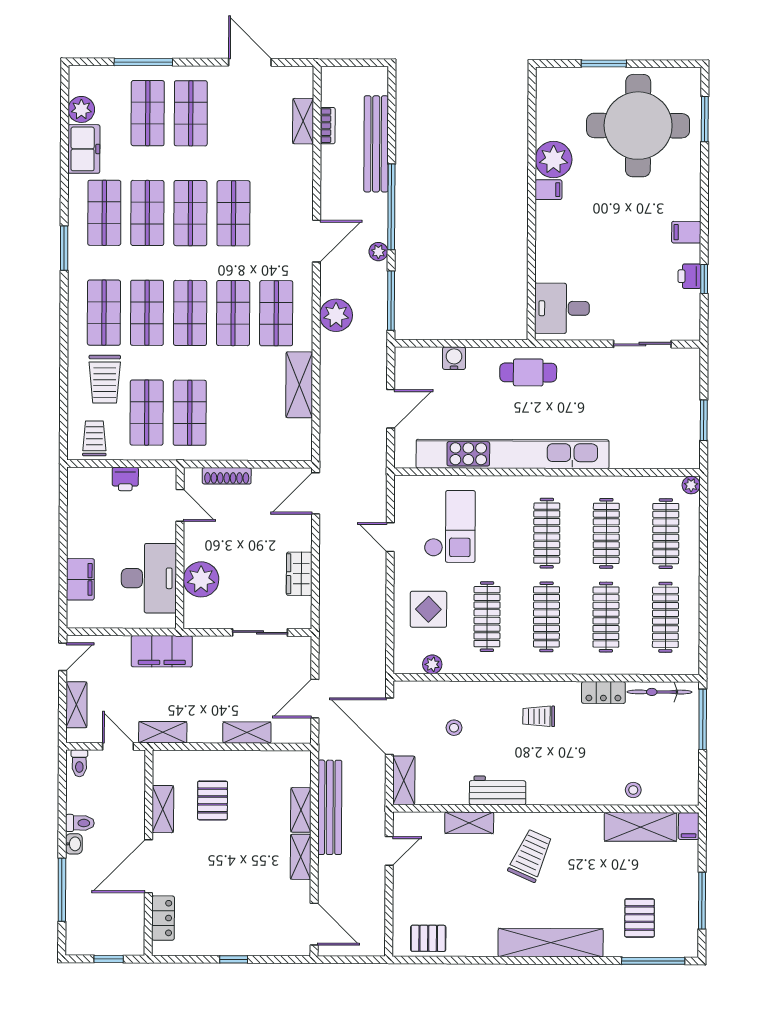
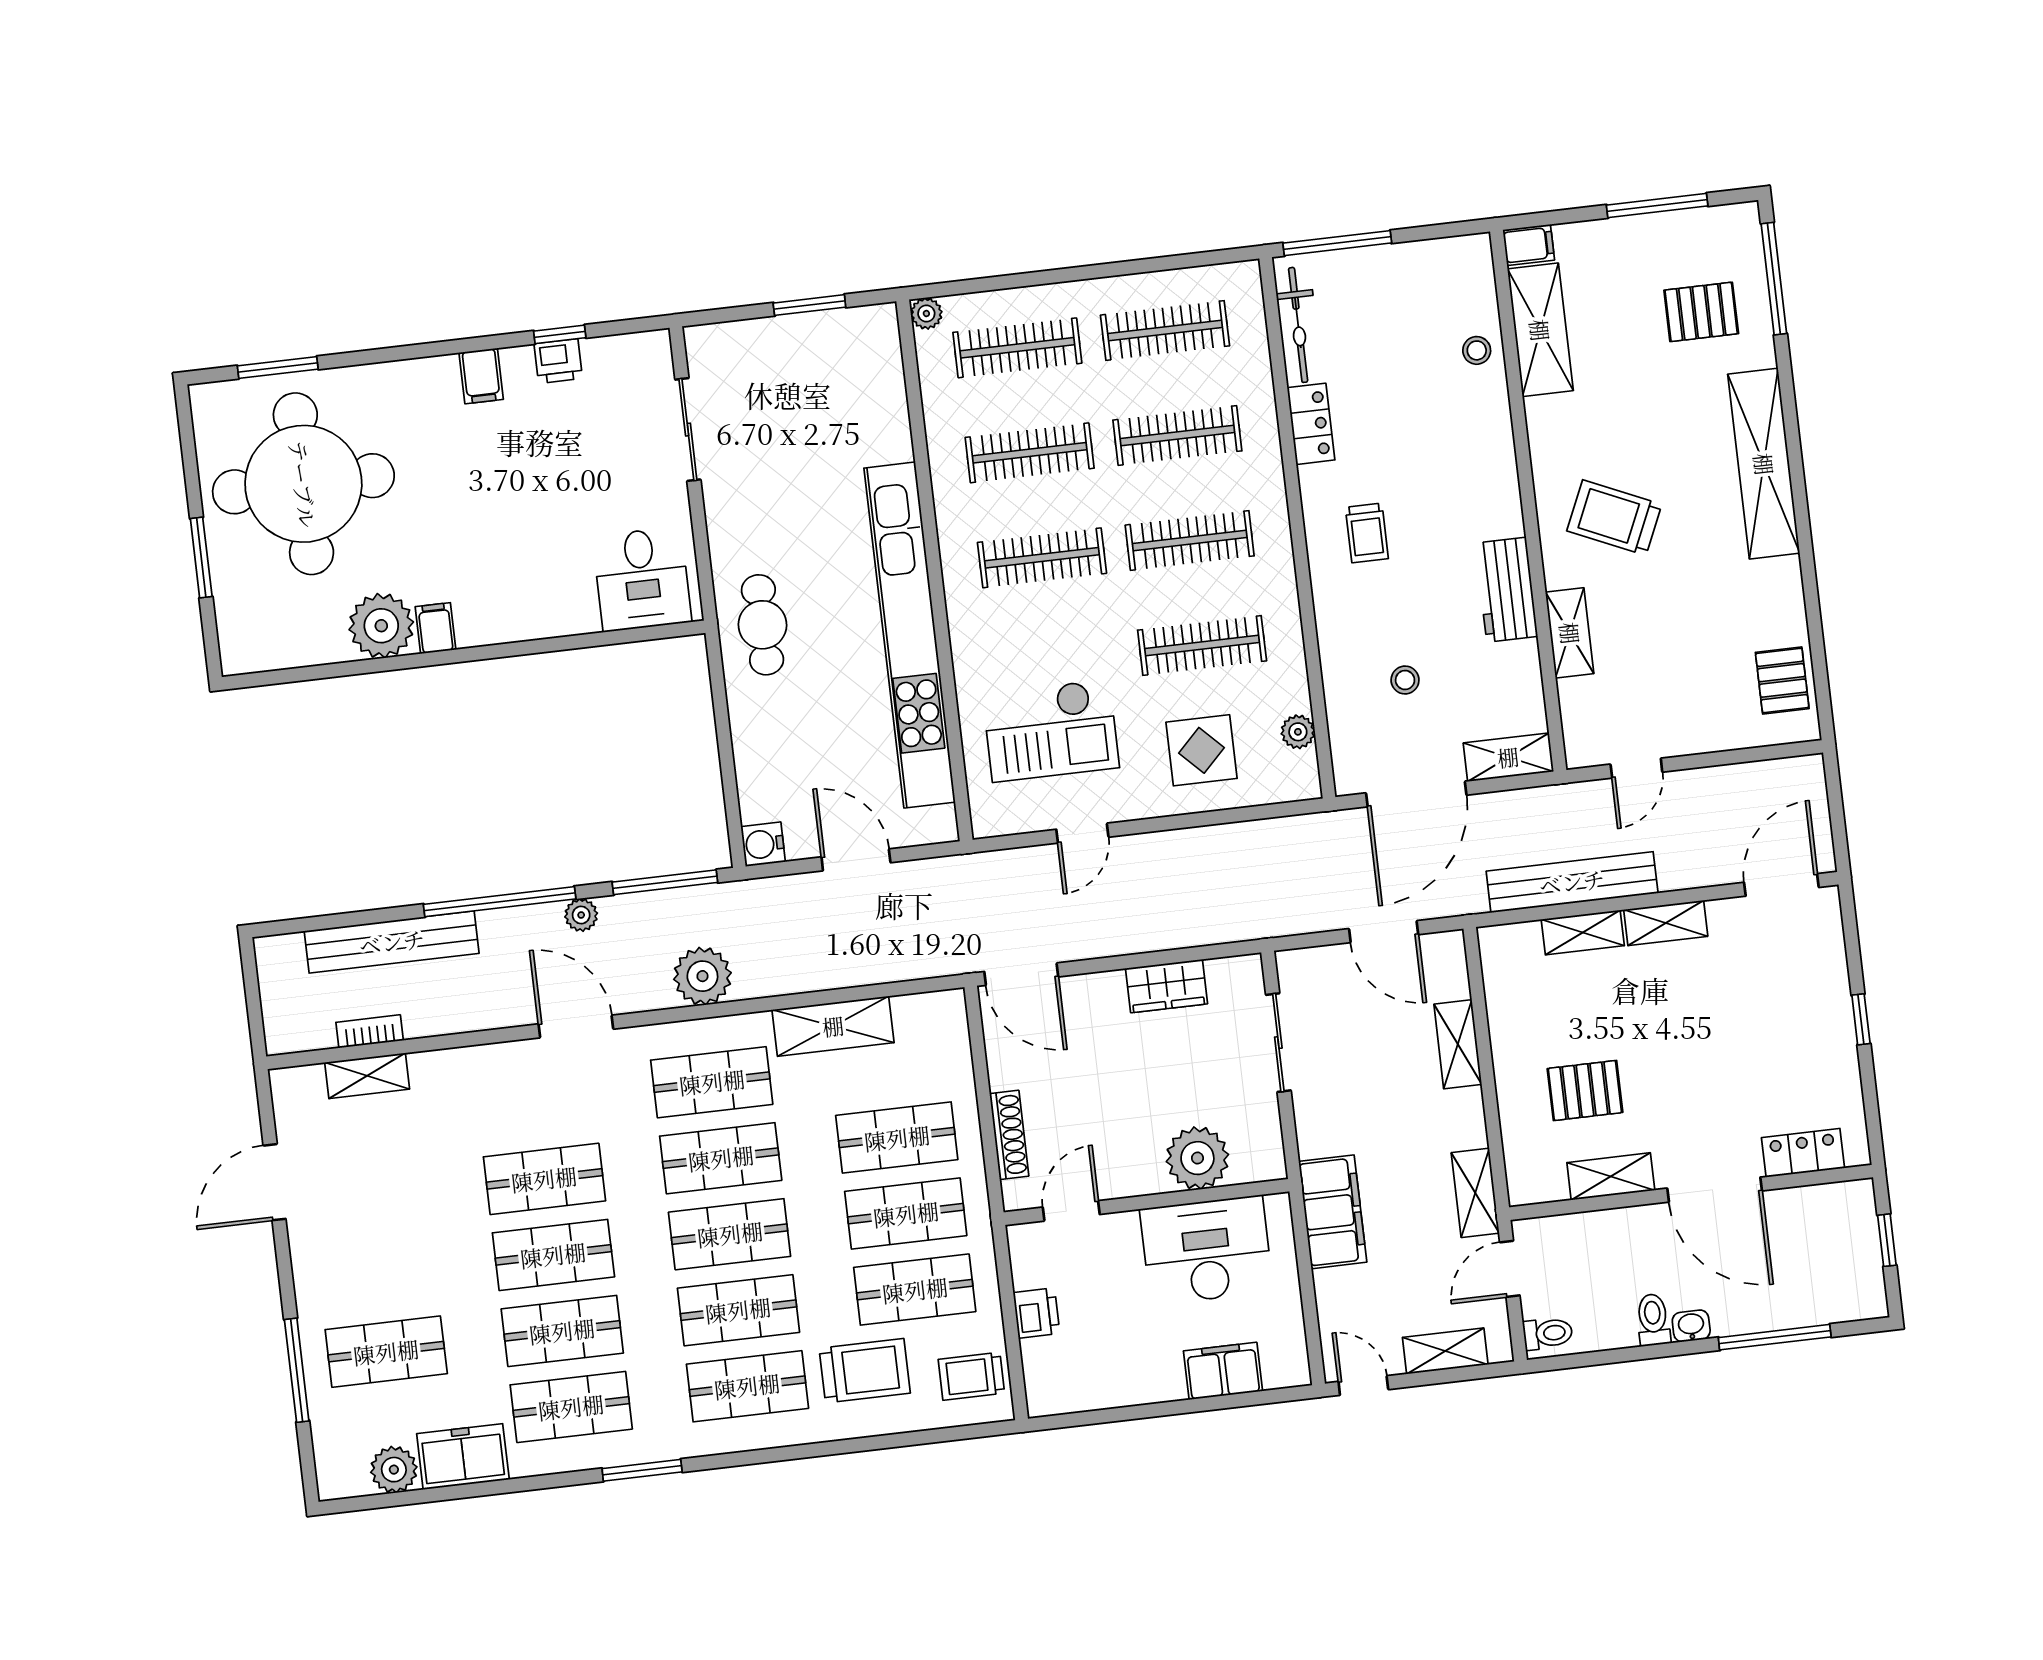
shop shelf: (191, 113) -> (897, 1138), moved
water cooler: (454, 358) -> (763, 844), moved
checkout: (450, 526) -> (1051, 730), turned 180
door: (389, 851) -> (1636, 768), swing flipped

